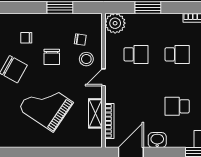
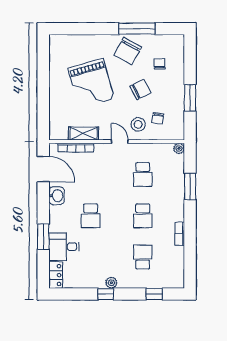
plant: (115, 23) -> (179, 148), width x0.53, depth x0.53
chair: (52, 57) -> (140, 90), turned 153
grand piano: (46, 106) -> (91, 84), turned 130
school desk: (177, 106) -> (91, 216), turned 180

